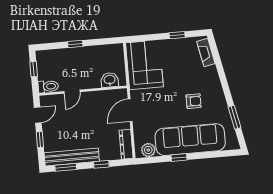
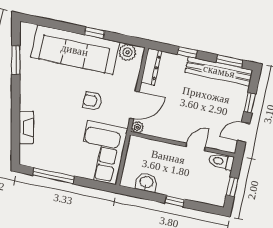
window: (177, 35) -> (54, 176), width x2.17
fireplace: (206, 52) -> (26, 128), moved
washbasin: (110, 80) -> (146, 182), moved, turned 180
plant: (123, 93) -> (137, 127), added
armchair: (194, 101) -> (93, 101), moved

